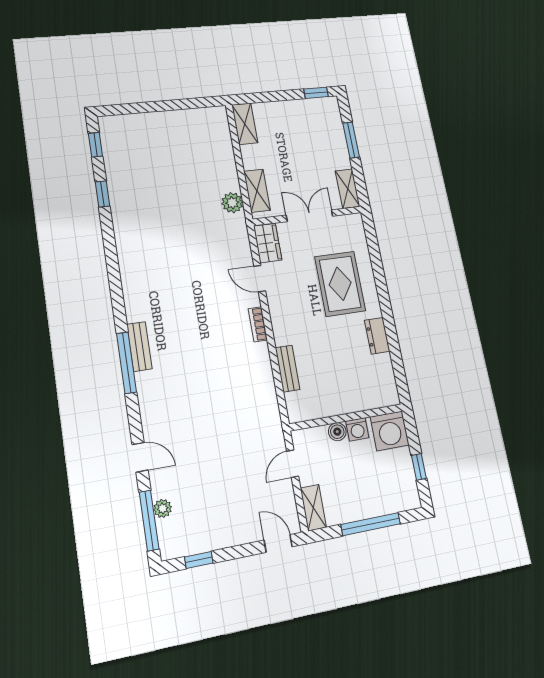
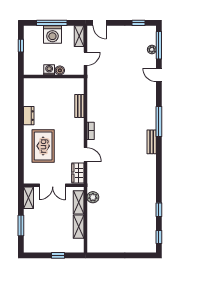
window: (316, 93) -> (58, 255), moved
shelving: (245, 124) -> (79, 227), moved
bench: (139, 346) -> (152, 142), moved
washing machine: (390, 431) -> (52, 34), moved, turned 180

